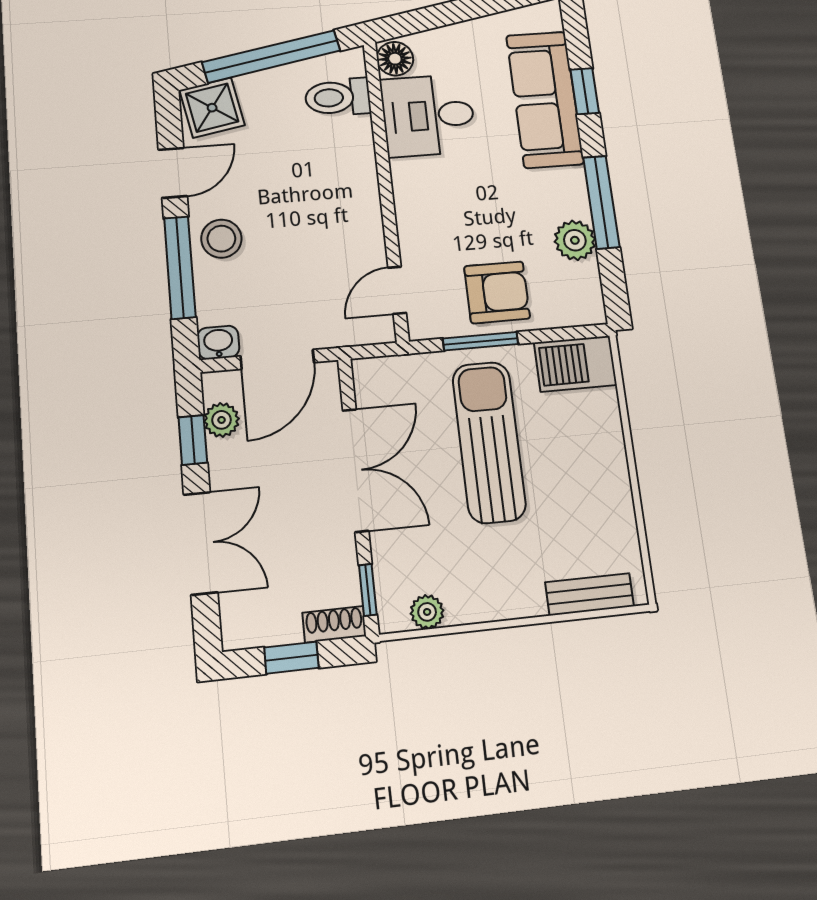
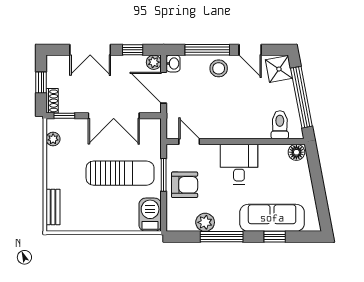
desk: (428, 115) -> (239, 164), moved
armchair: (497, 292) -> (185, 185), turned -90
plant: (222, 420) -> (154, 62), moved

